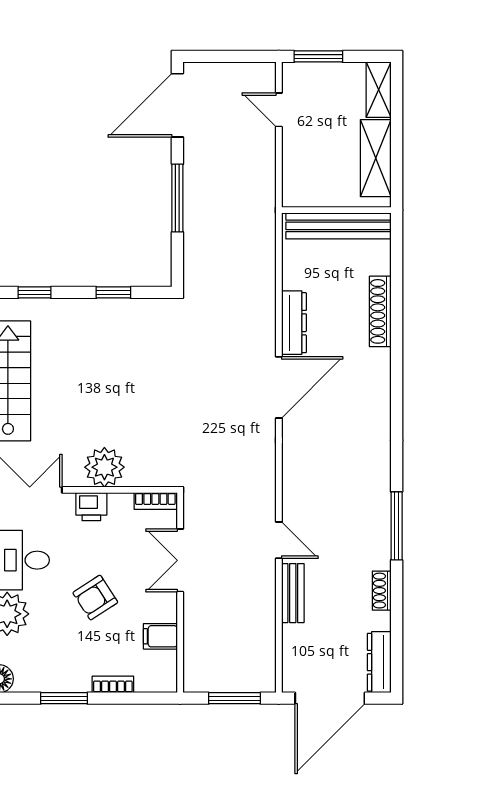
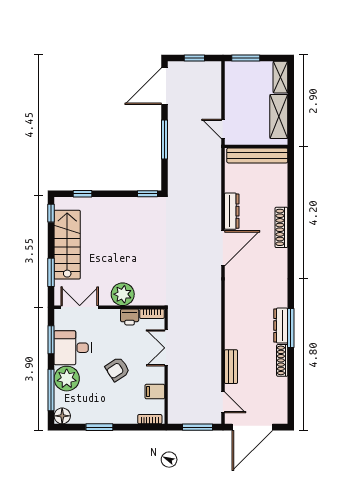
window: (229, 56) -> (194, 58), added
door: (279, 110) -> (223, 129), moved
window: (113, 292) -> (147, 194), moved
shoe rack: (380, 311) -> (281, 227), moved
printer: (91, 507) -> (130, 317), moved
door: (279, 540) -> (223, 402), moved
shoe rack: (382, 591) -> (282, 360), width x1.43
dresser: (379, 662) -> (281, 326), moved
bookcase: (113, 684) -> (150, 419), moved

